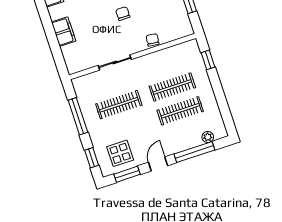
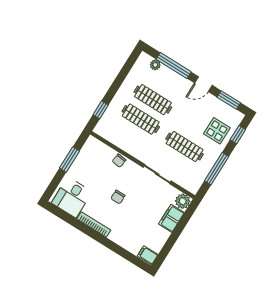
filing cabinet: (64, 32) -> (171, 218), moved
plant: (74, 65) -> (183, 201), added
display table: (120, 153) -> (217, 131), moved

